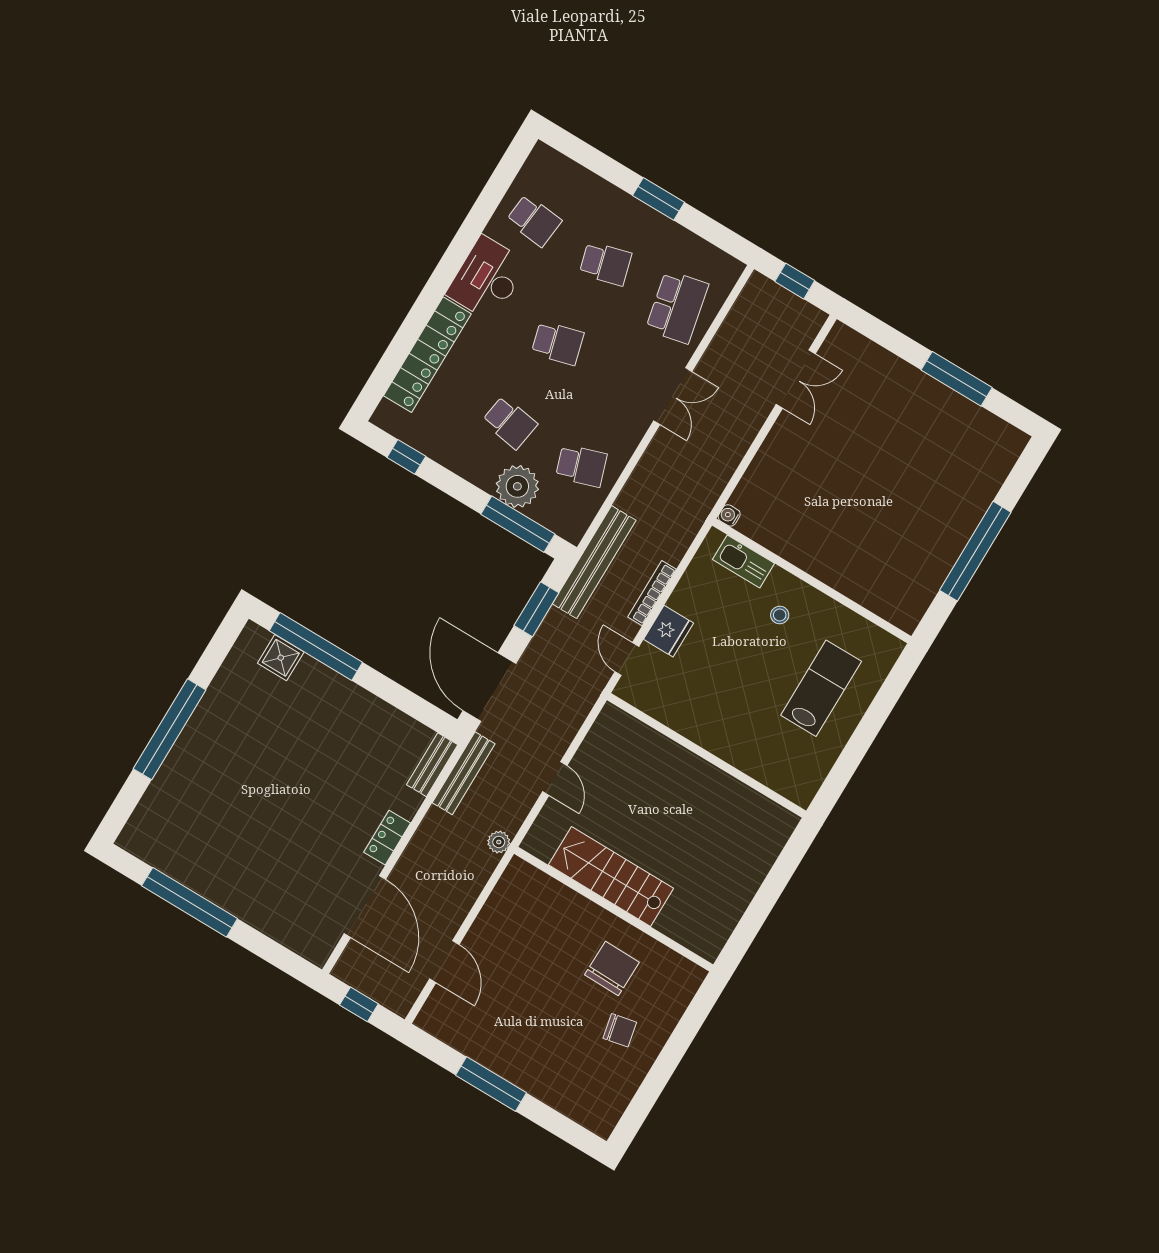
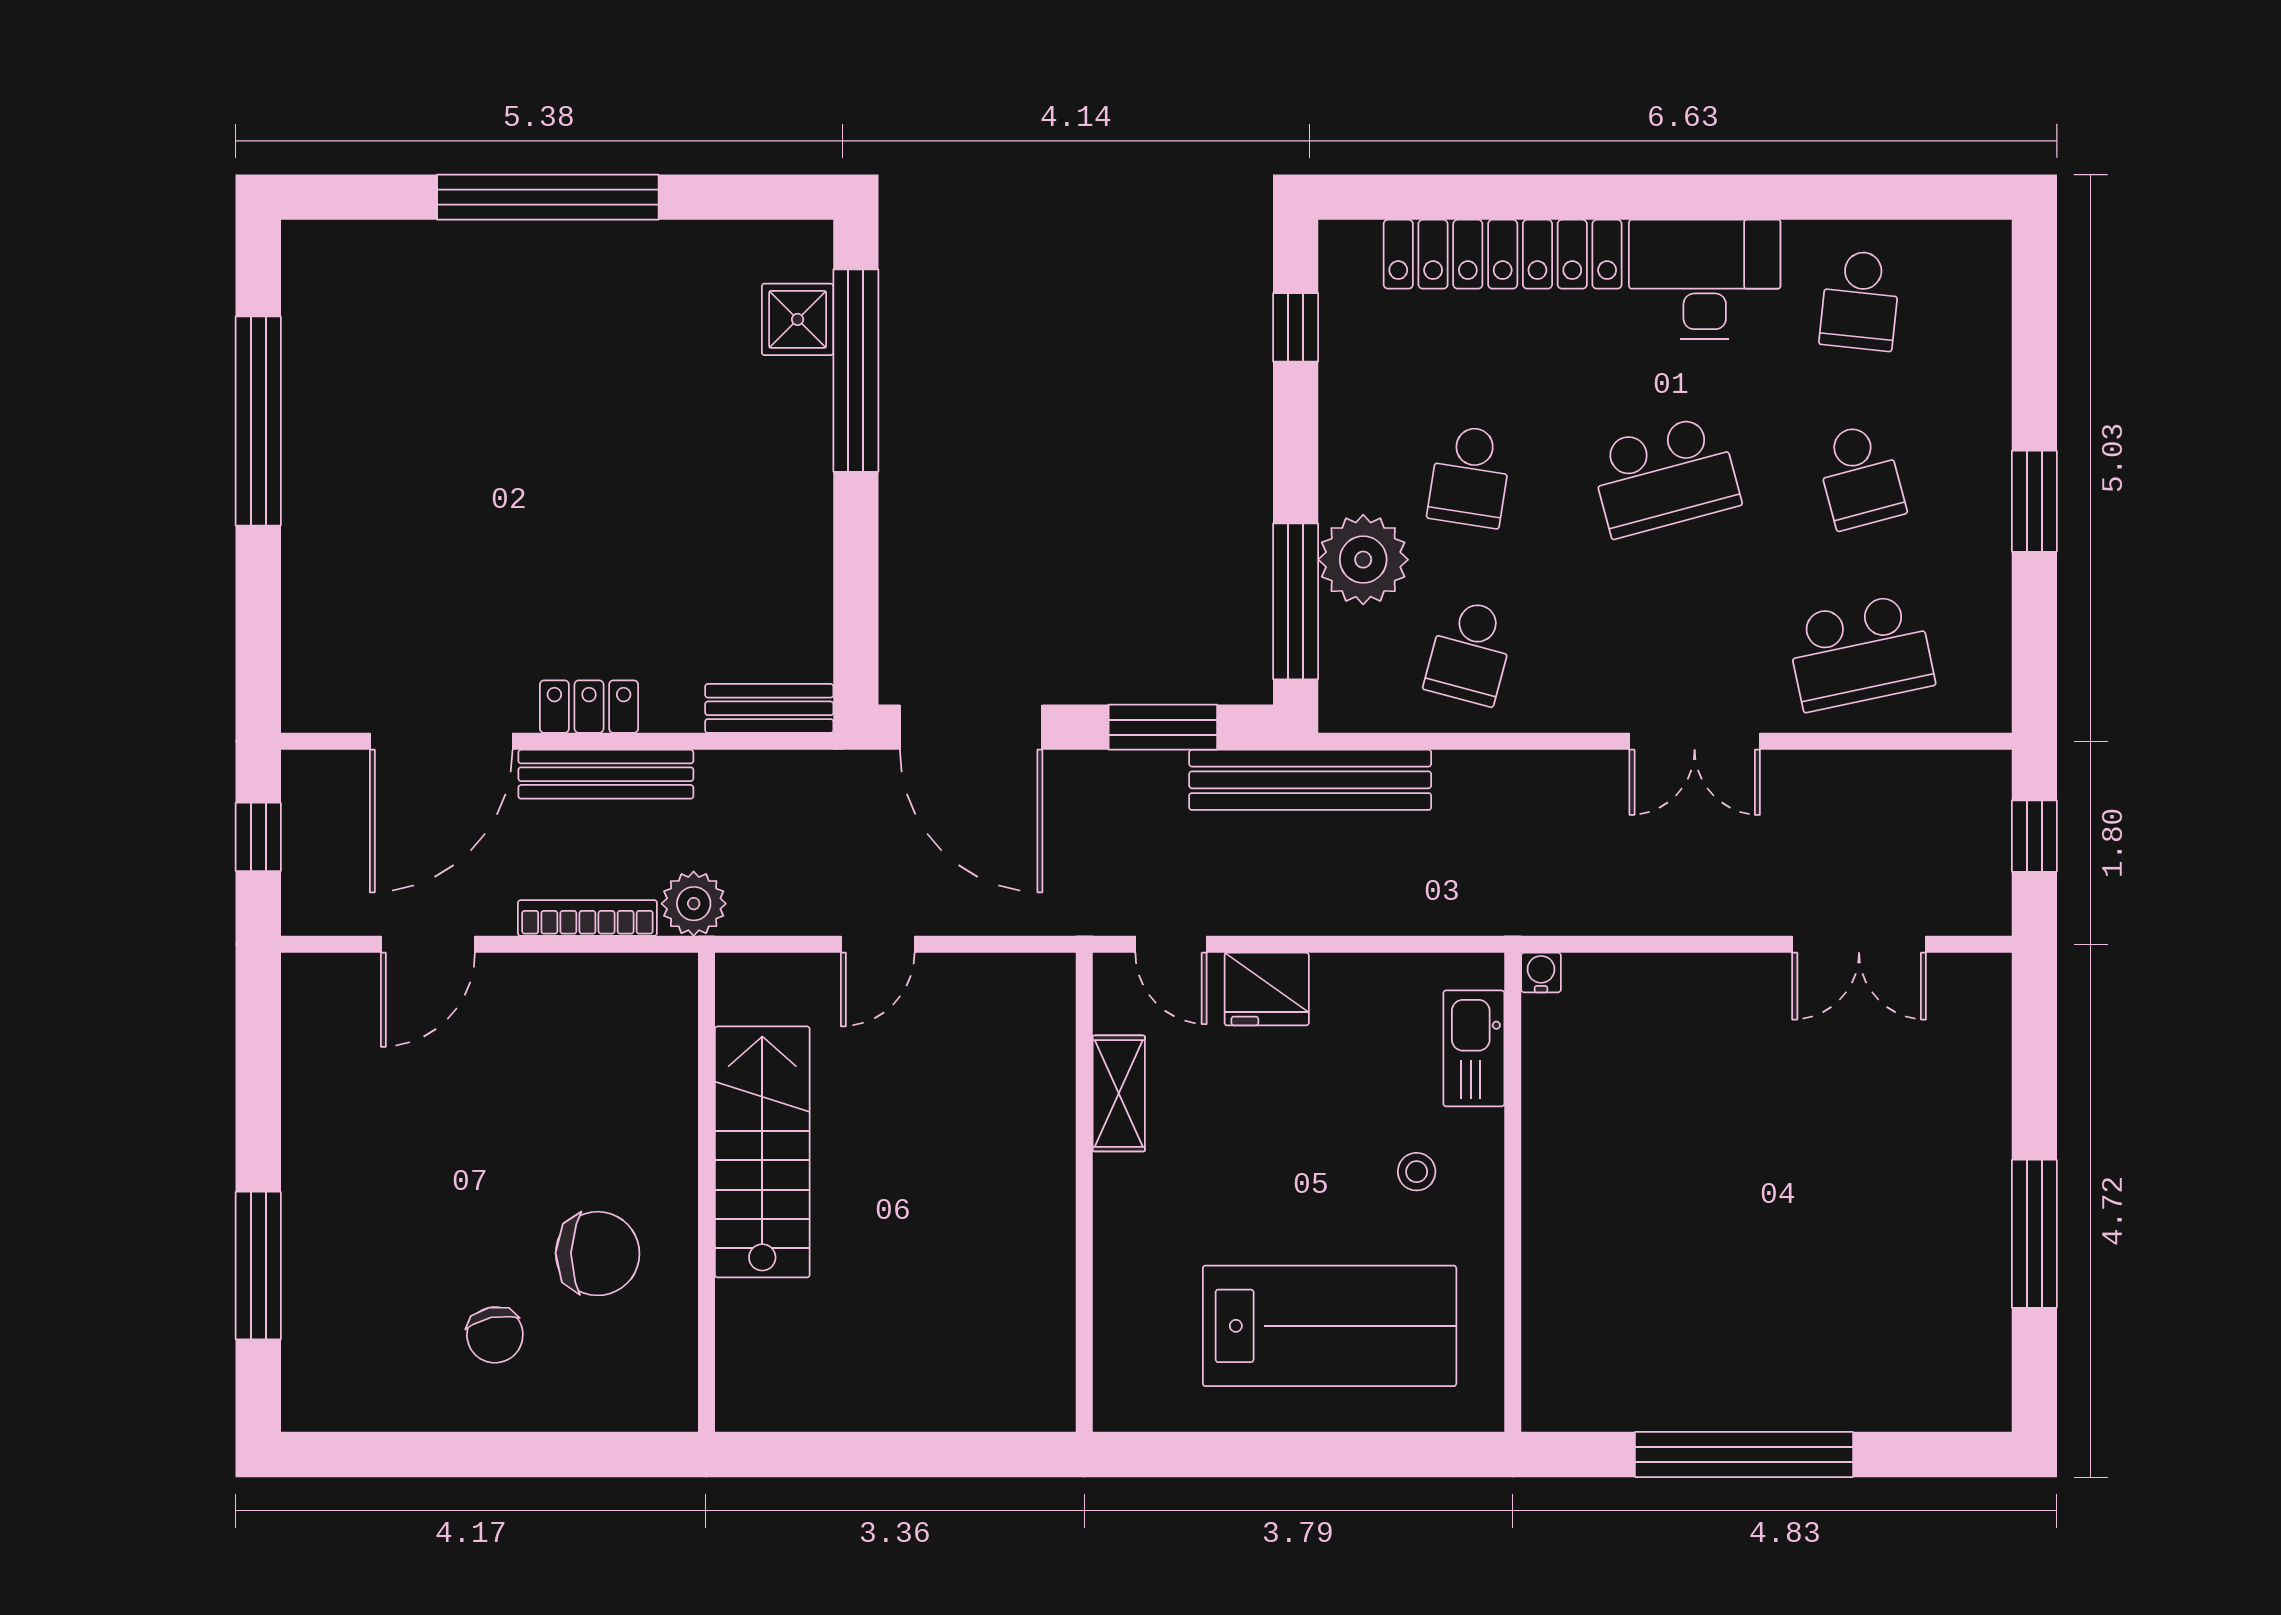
school desk: (558, 343) -> (1665, 476), width x1.85
school desk: (581, 466) -> (1470, 652), turned 33
bookcase: (652, 593) -> (587, 918), moved
door: (627, 659) -> (1171, 944), swing flipped
door: (489, 687) -> (971, 727), swing flipped
lab bench: (821, 688) -> (1330, 1326), width x1.36, depth x1.39
shelving: (675, 717) -> (1119, 1093), added
bench: (464, 773) -> (606, 774), moved
plant: (499, 842) -> (694, 904), width x1.38, depth x1.38
window: (491, 1084) -> (258, 1266), moved

